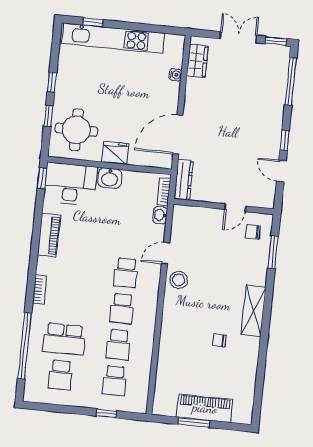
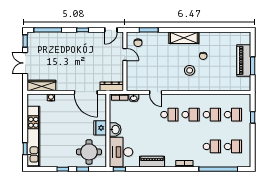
wardrobe: (197, 61) -> (42, 85), width x1.50
door: (281, 171) -> (111, 30), moved
stool: (179, 280) -> (190, 70), moved
school desk: (64, 339) -> (212, 146), width x0.54

